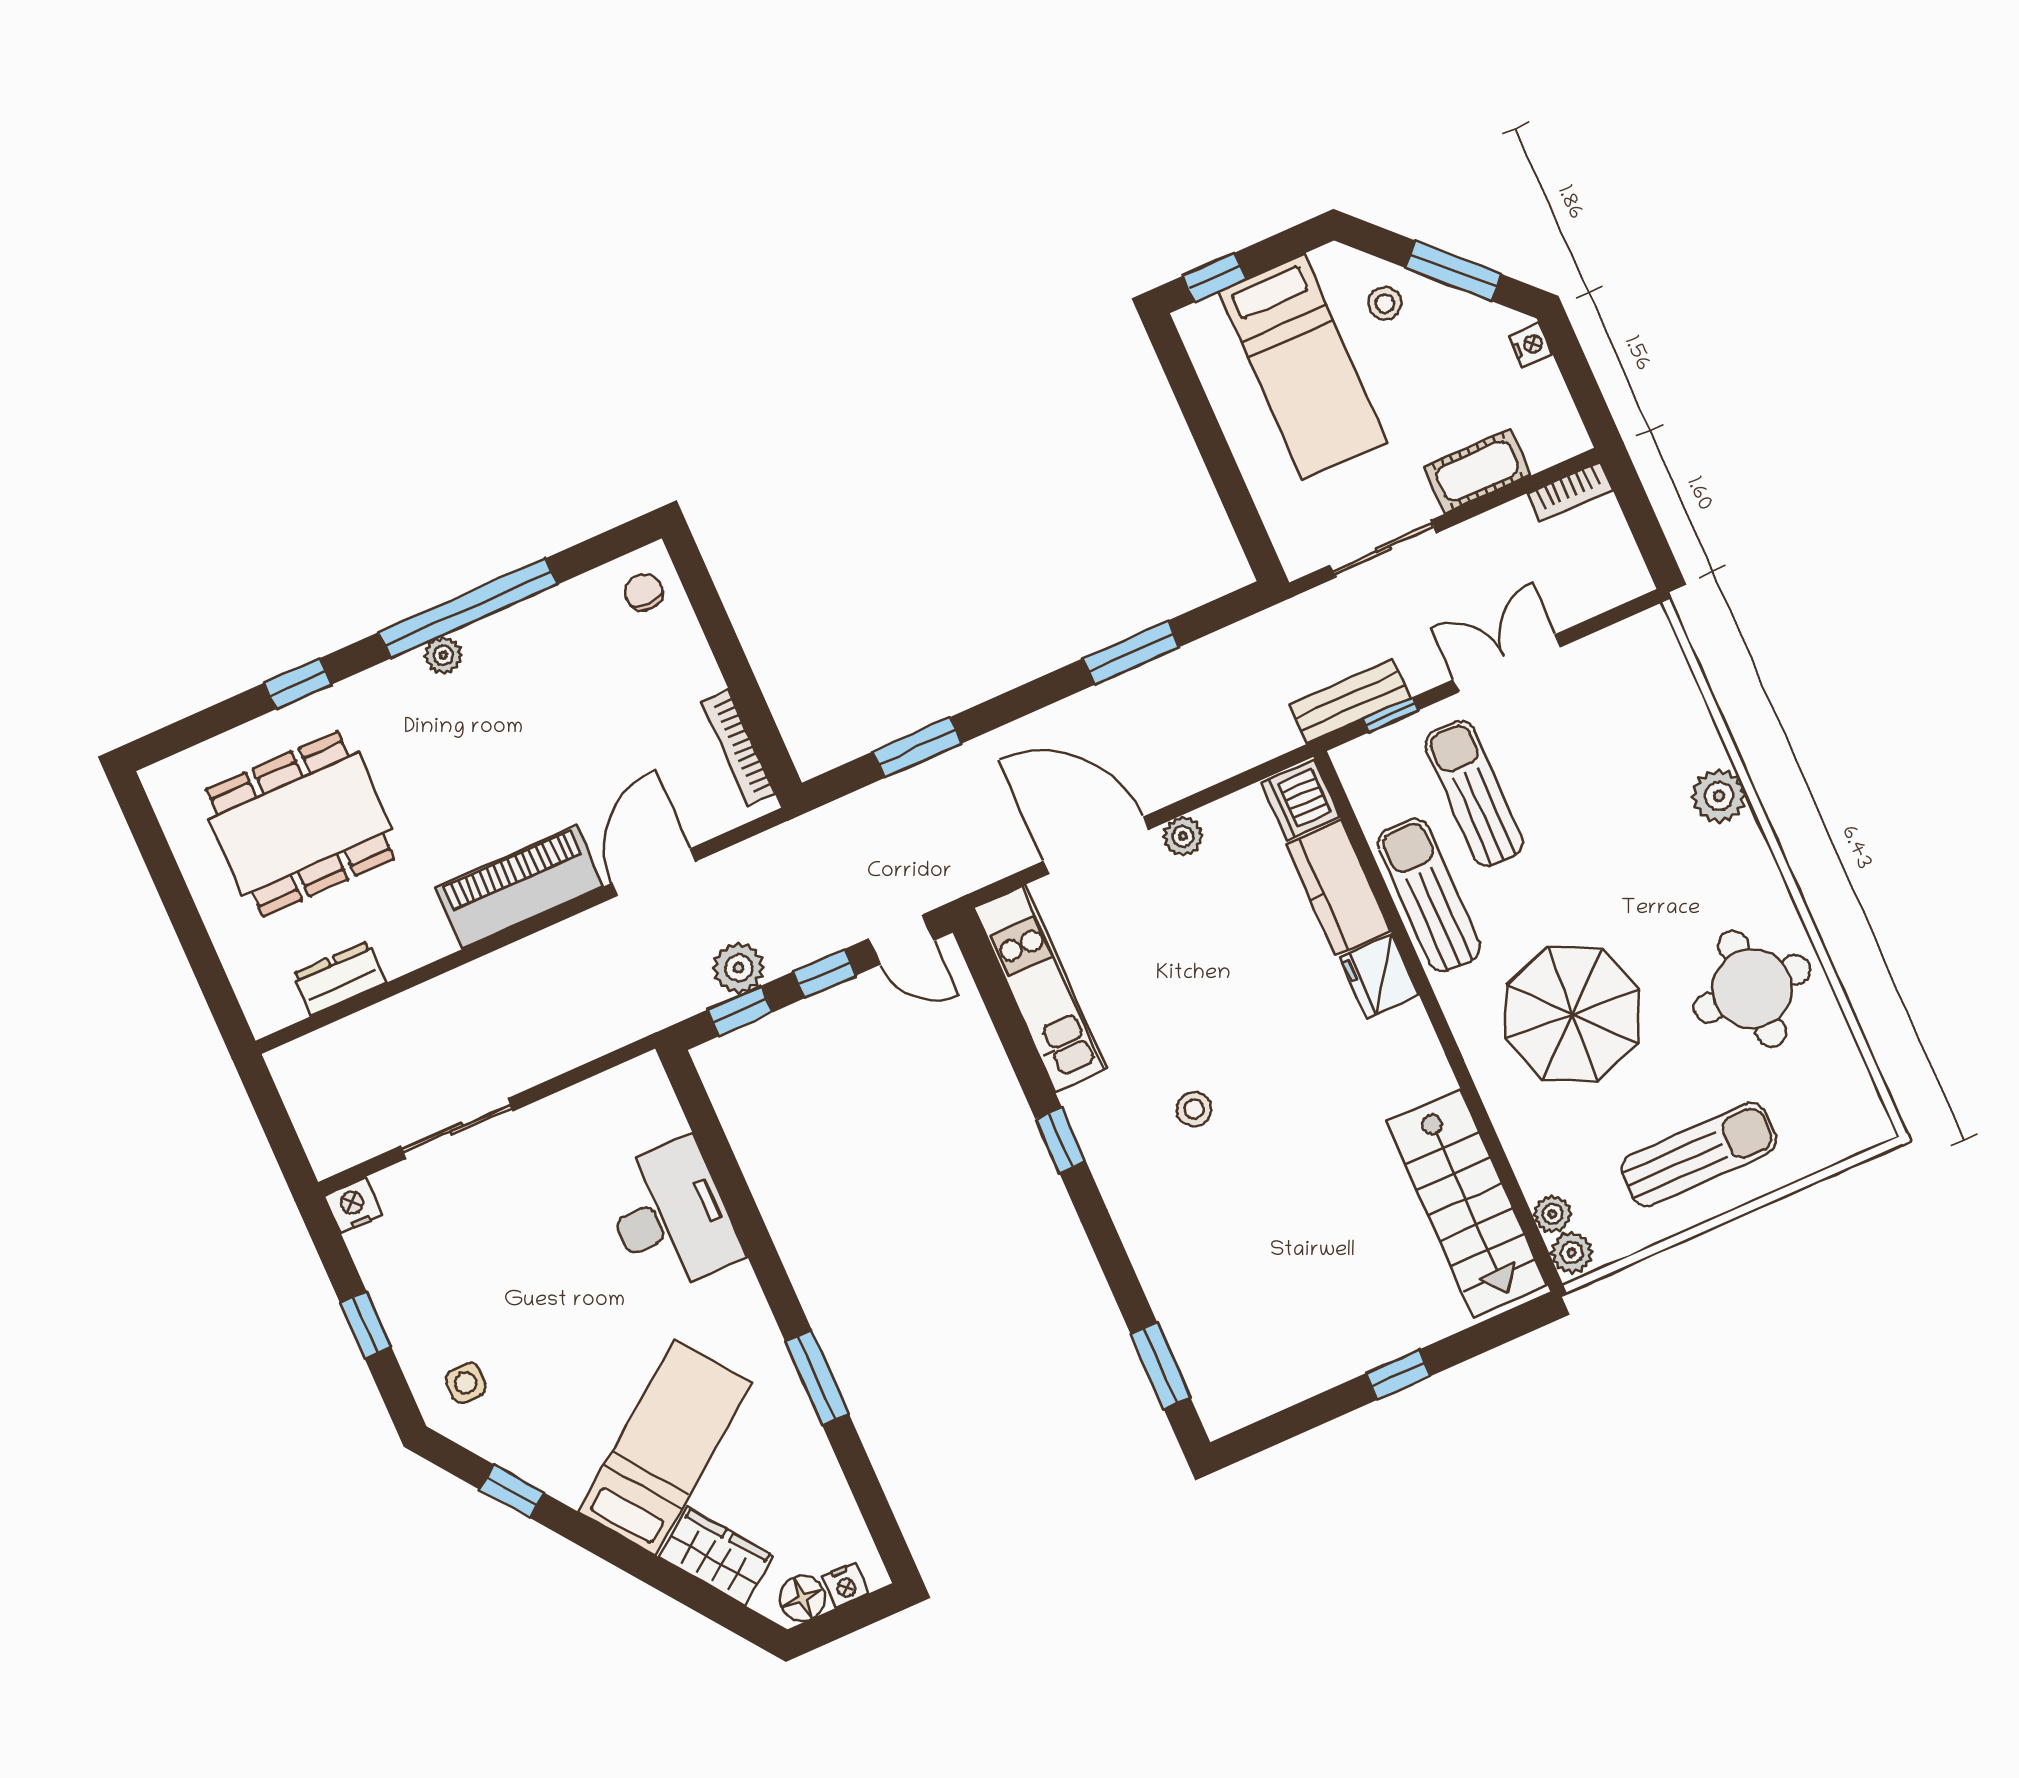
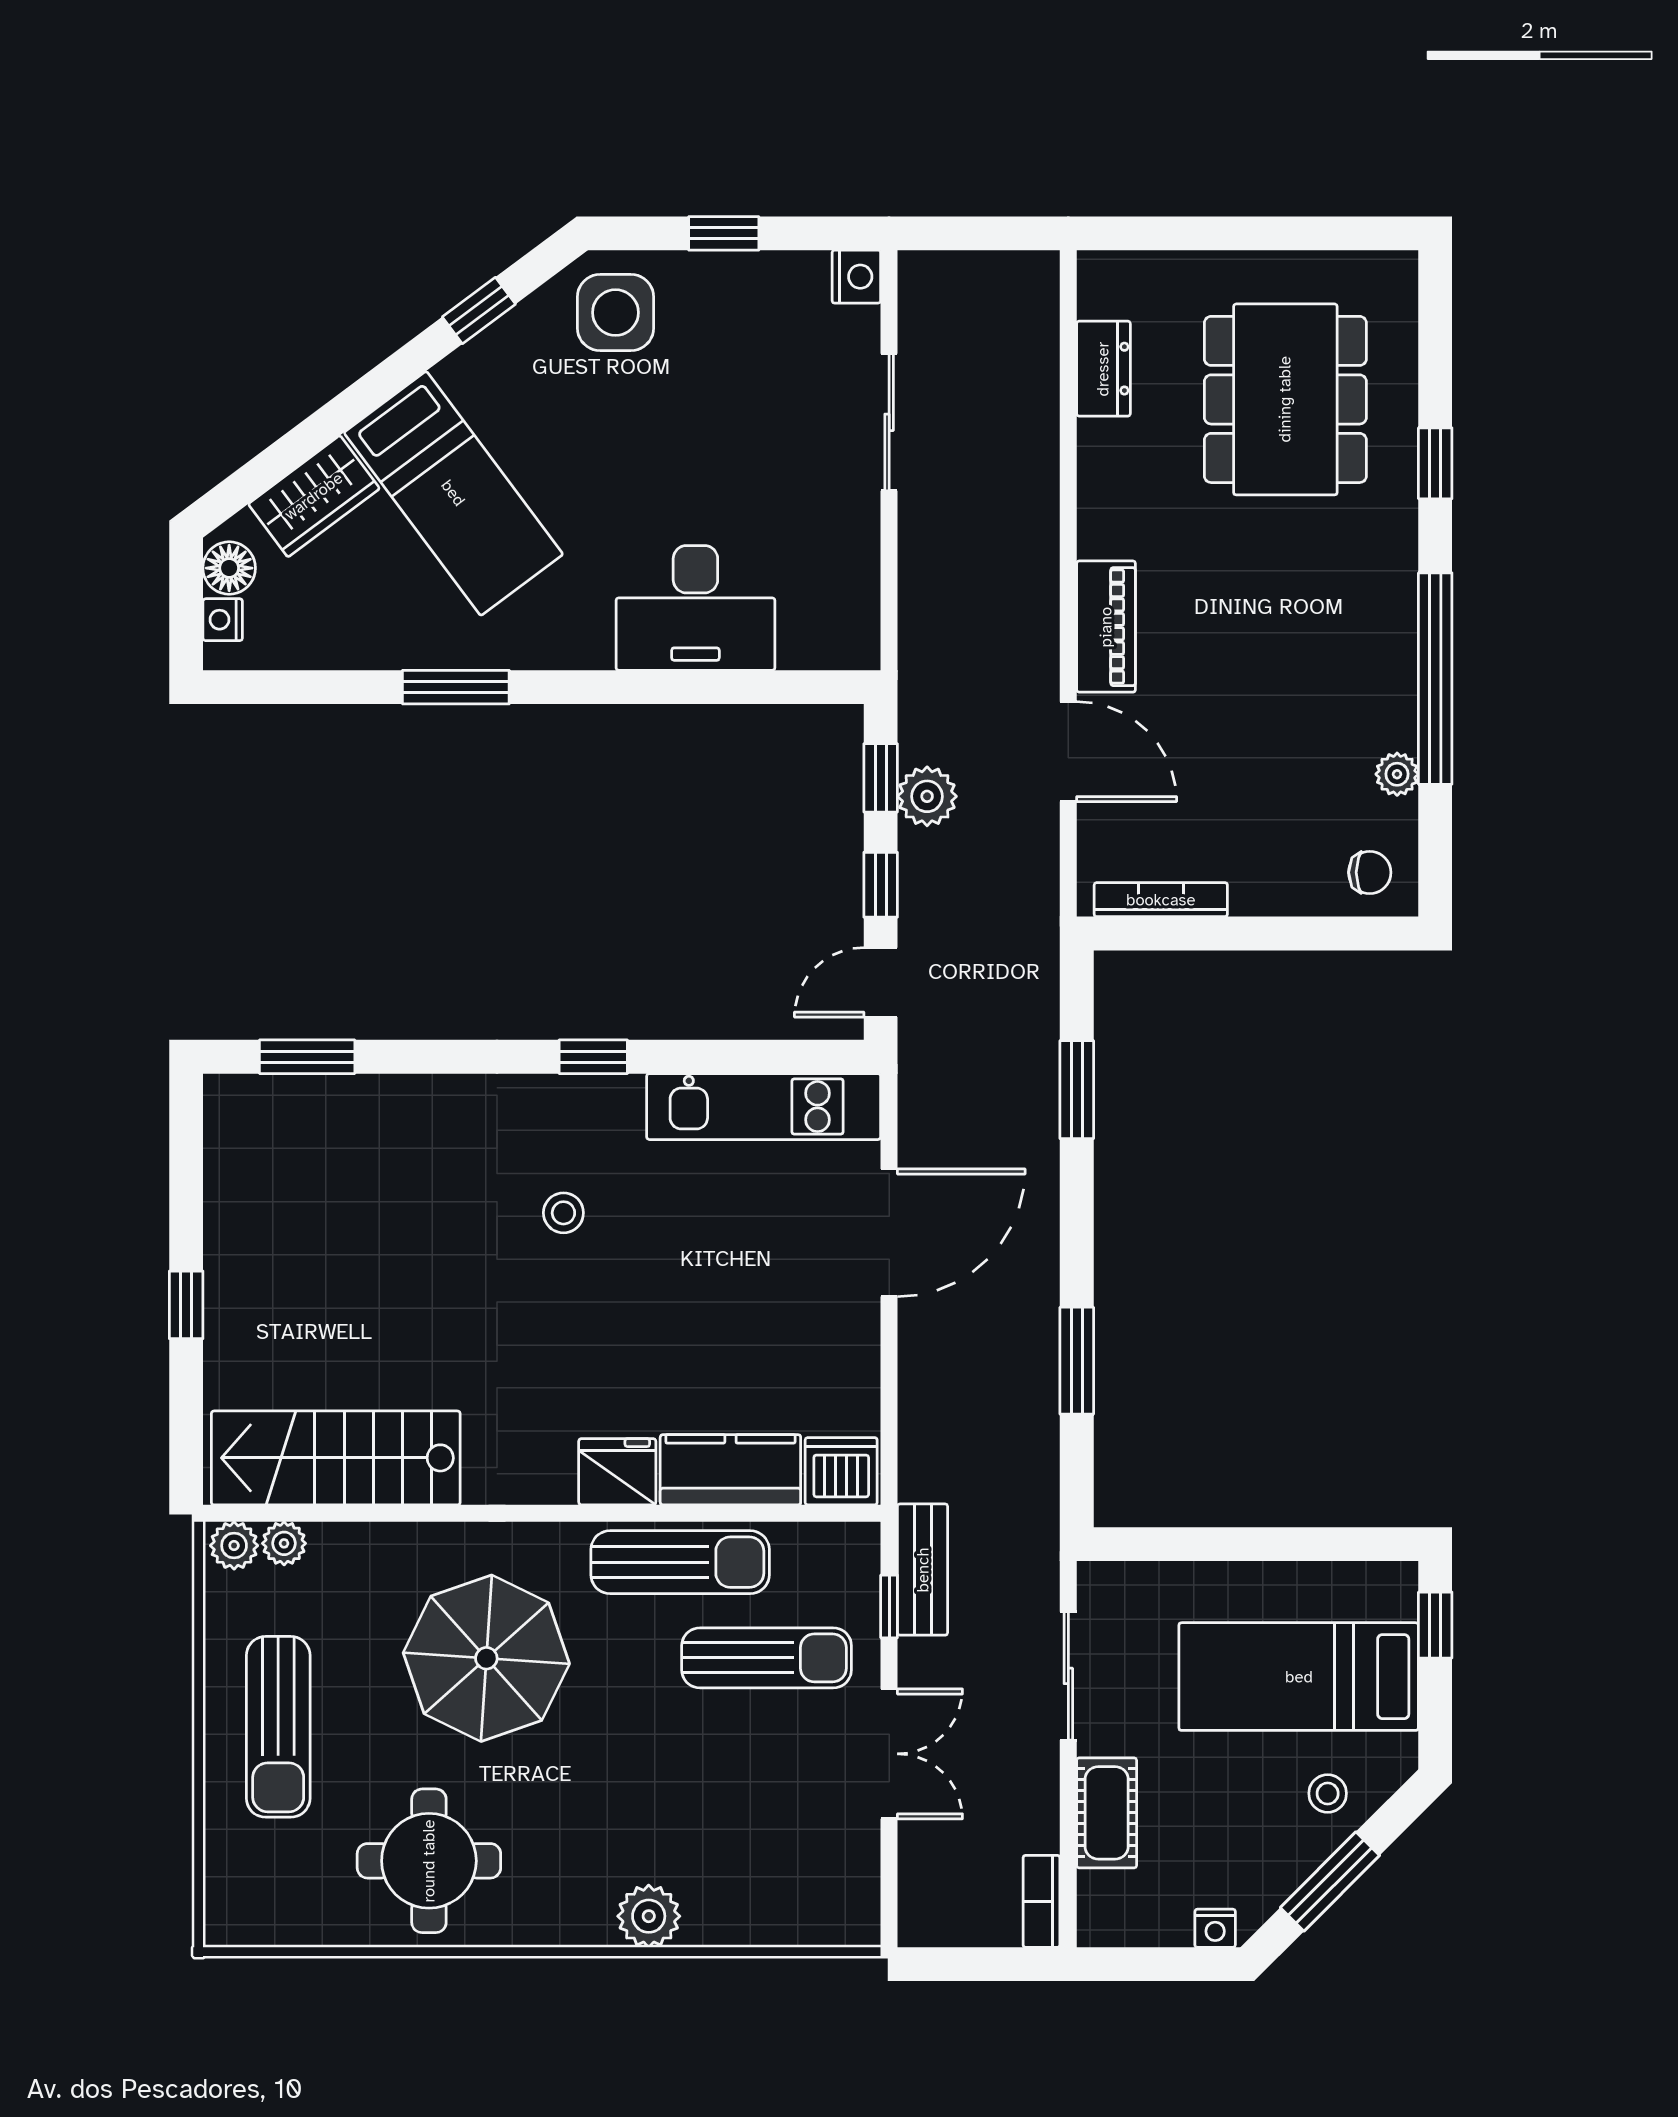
plant: (443, 655) -> (1397, 774), moved
plant: (1183, 836) -> (858, 1329), removed
piano: (520, 887) -> (1106, 627), width x0.73, depth x0.75
side table: (466, 1383) -> (615, 313), width x1.87, depth x1.87

